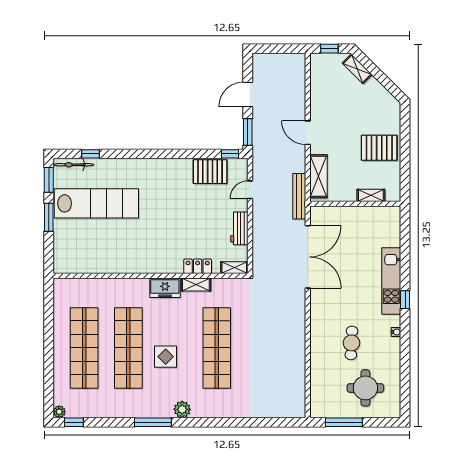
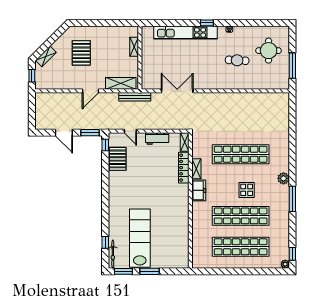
pallet: (379, 148) -> (81, 53), moved
double door: (308, 257) -> (177, 91), width x0.73
locker: (198, 266) -> (184, 168), width x1.53
kitchen unit: (391, 281) -> (185, 32), width x1.36

